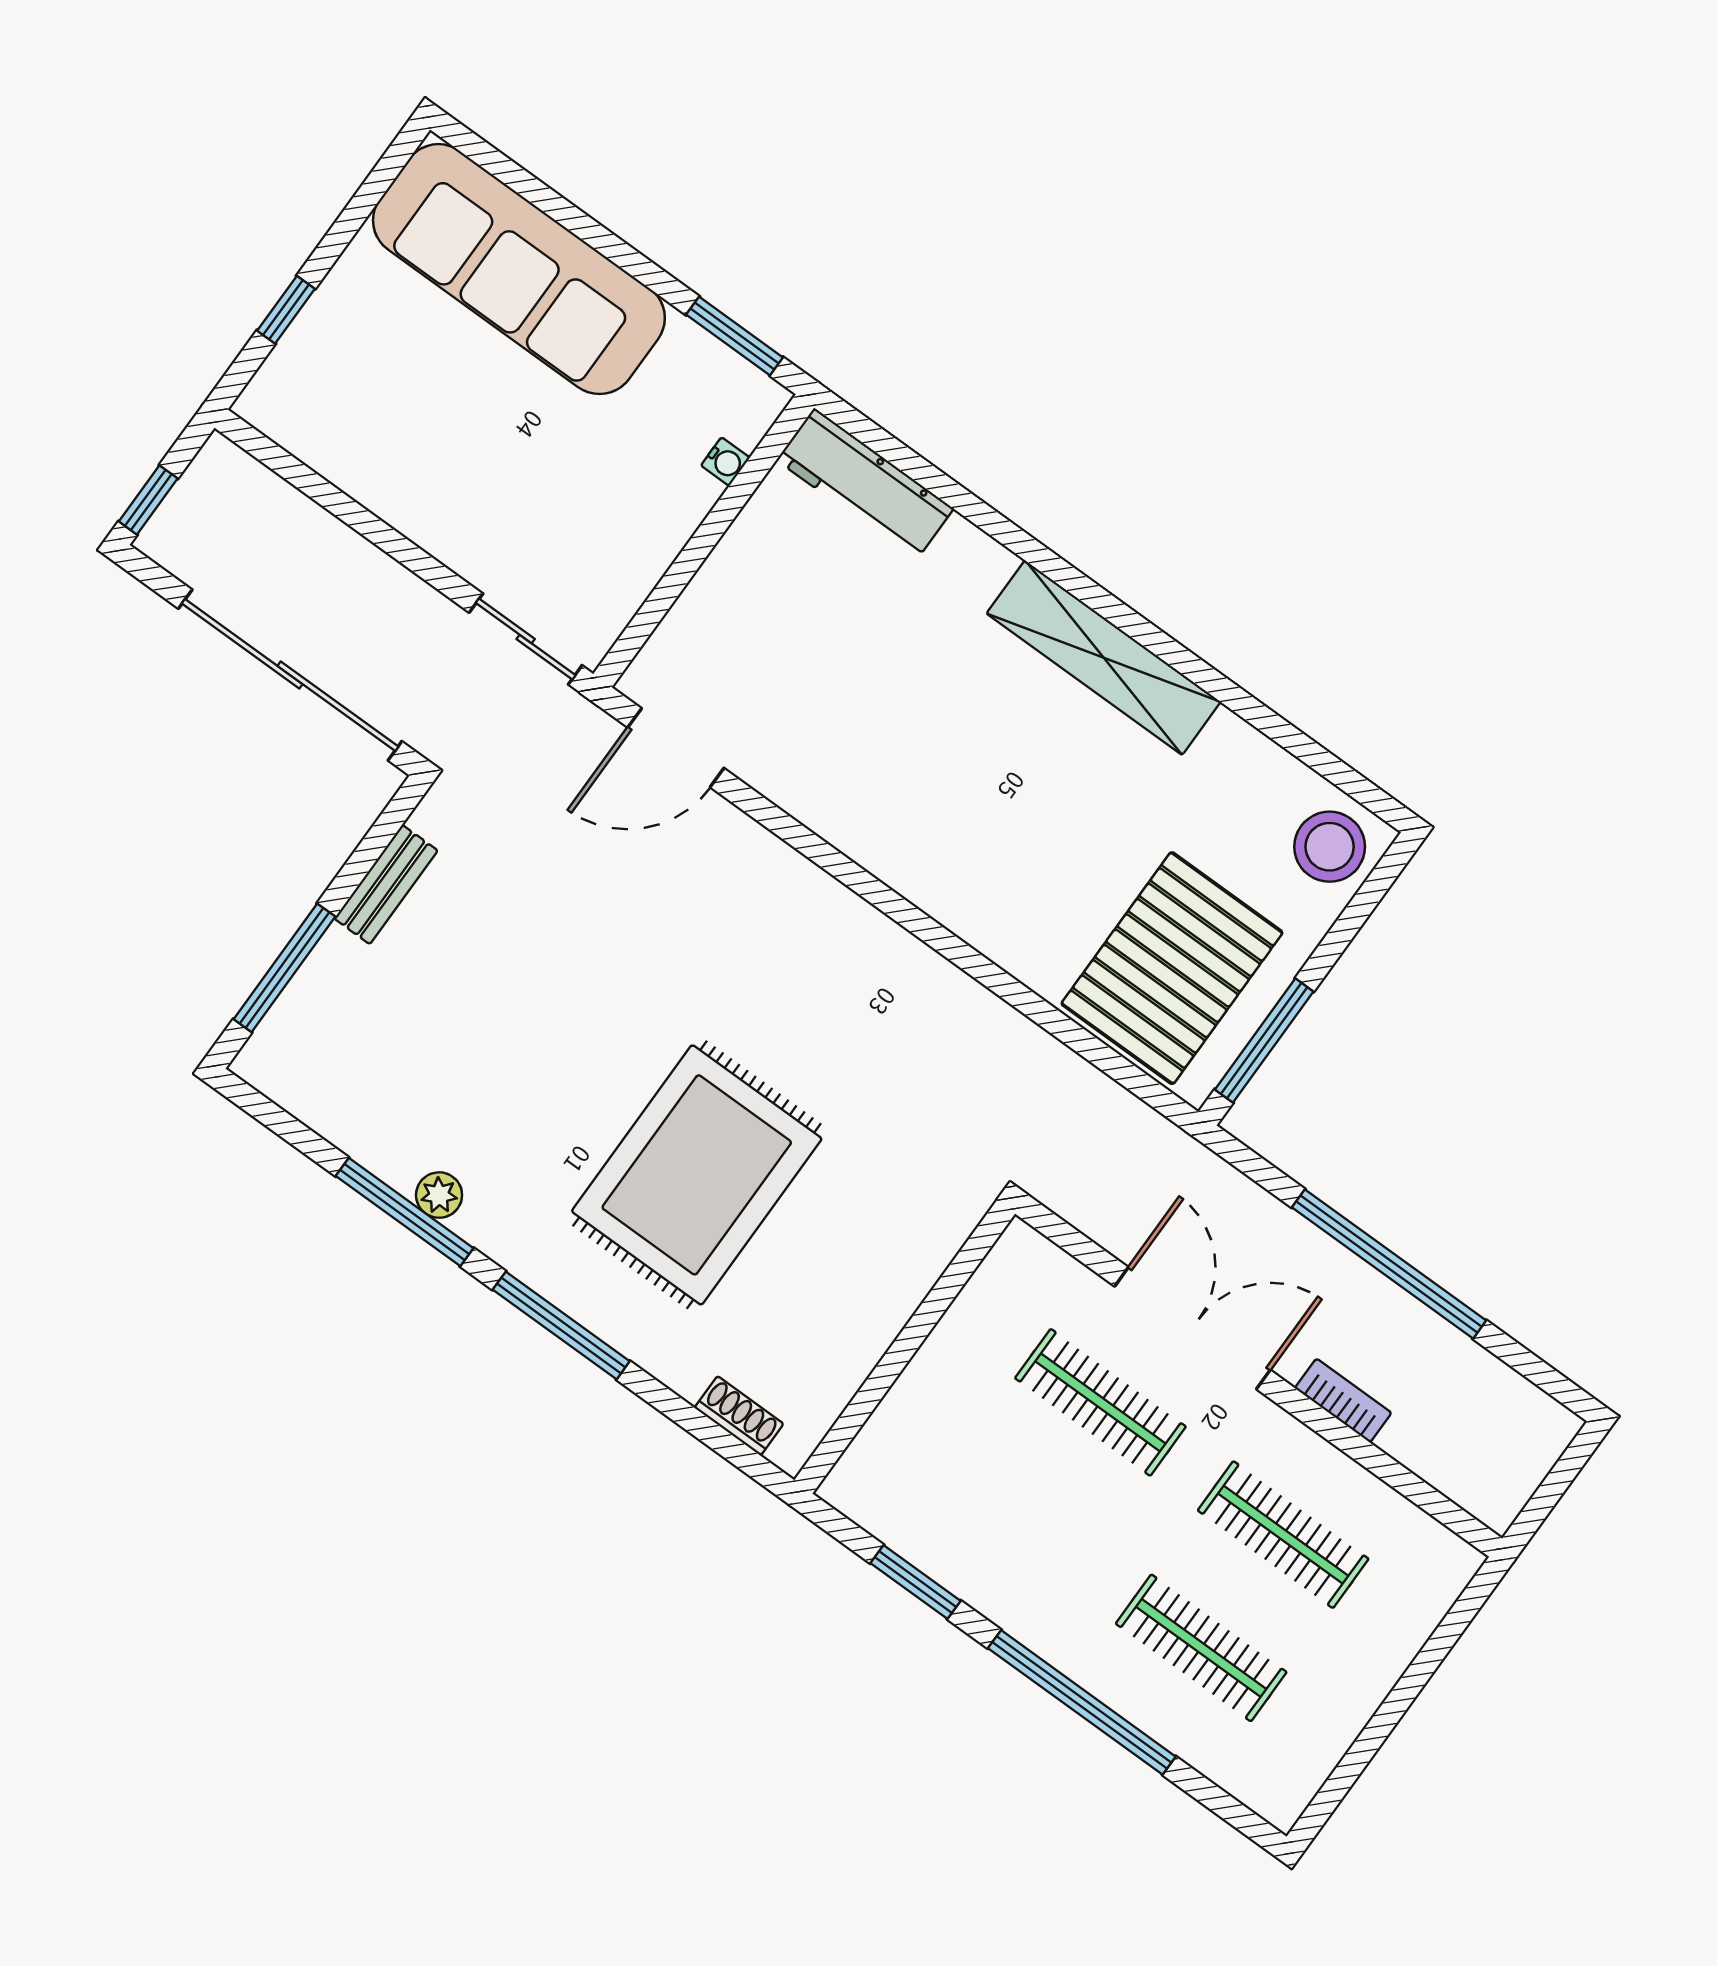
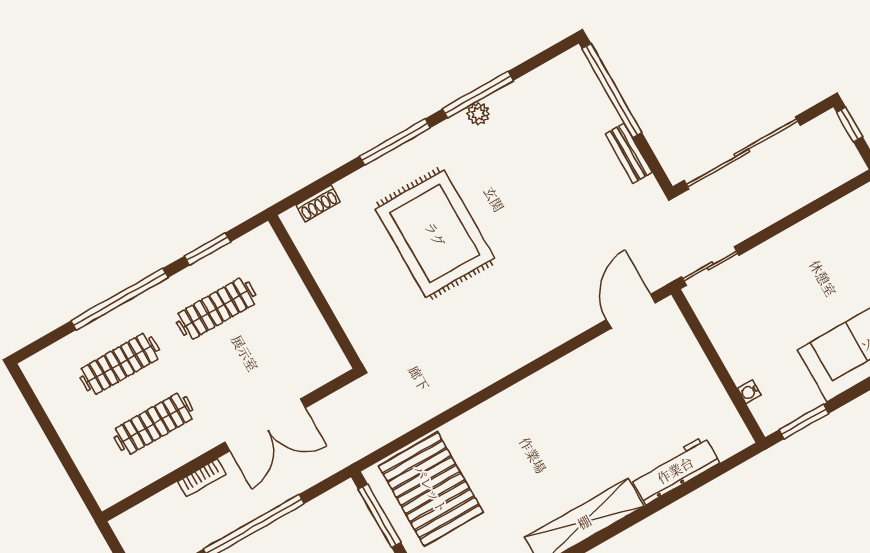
workbench: (865, 484) -> (675, 470), moved
window: (284, 968) -> (612, 91), width x1.46
clothes rail: (1100, 1402) -> (216, 309), moved

